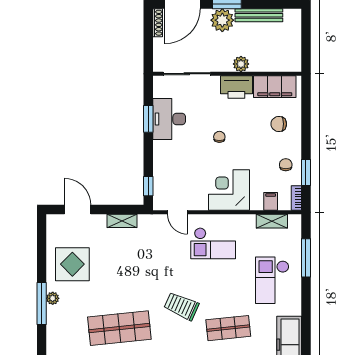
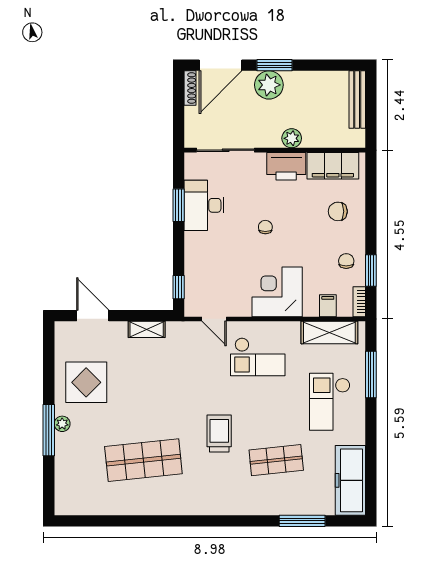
bench: (259, 15) -> (357, 100), moved, turned 90
shelving: (272, 221) -> (329, 333), width x1.50, depth x1.33
trolley: (181, 306) -> (219, 433), turned 66

